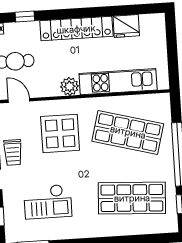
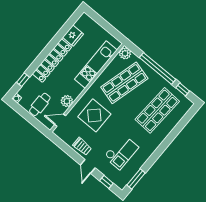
plant: (69, 86) -> (67, 101), moved
plant: (161, 102) -> (125, 53), added

